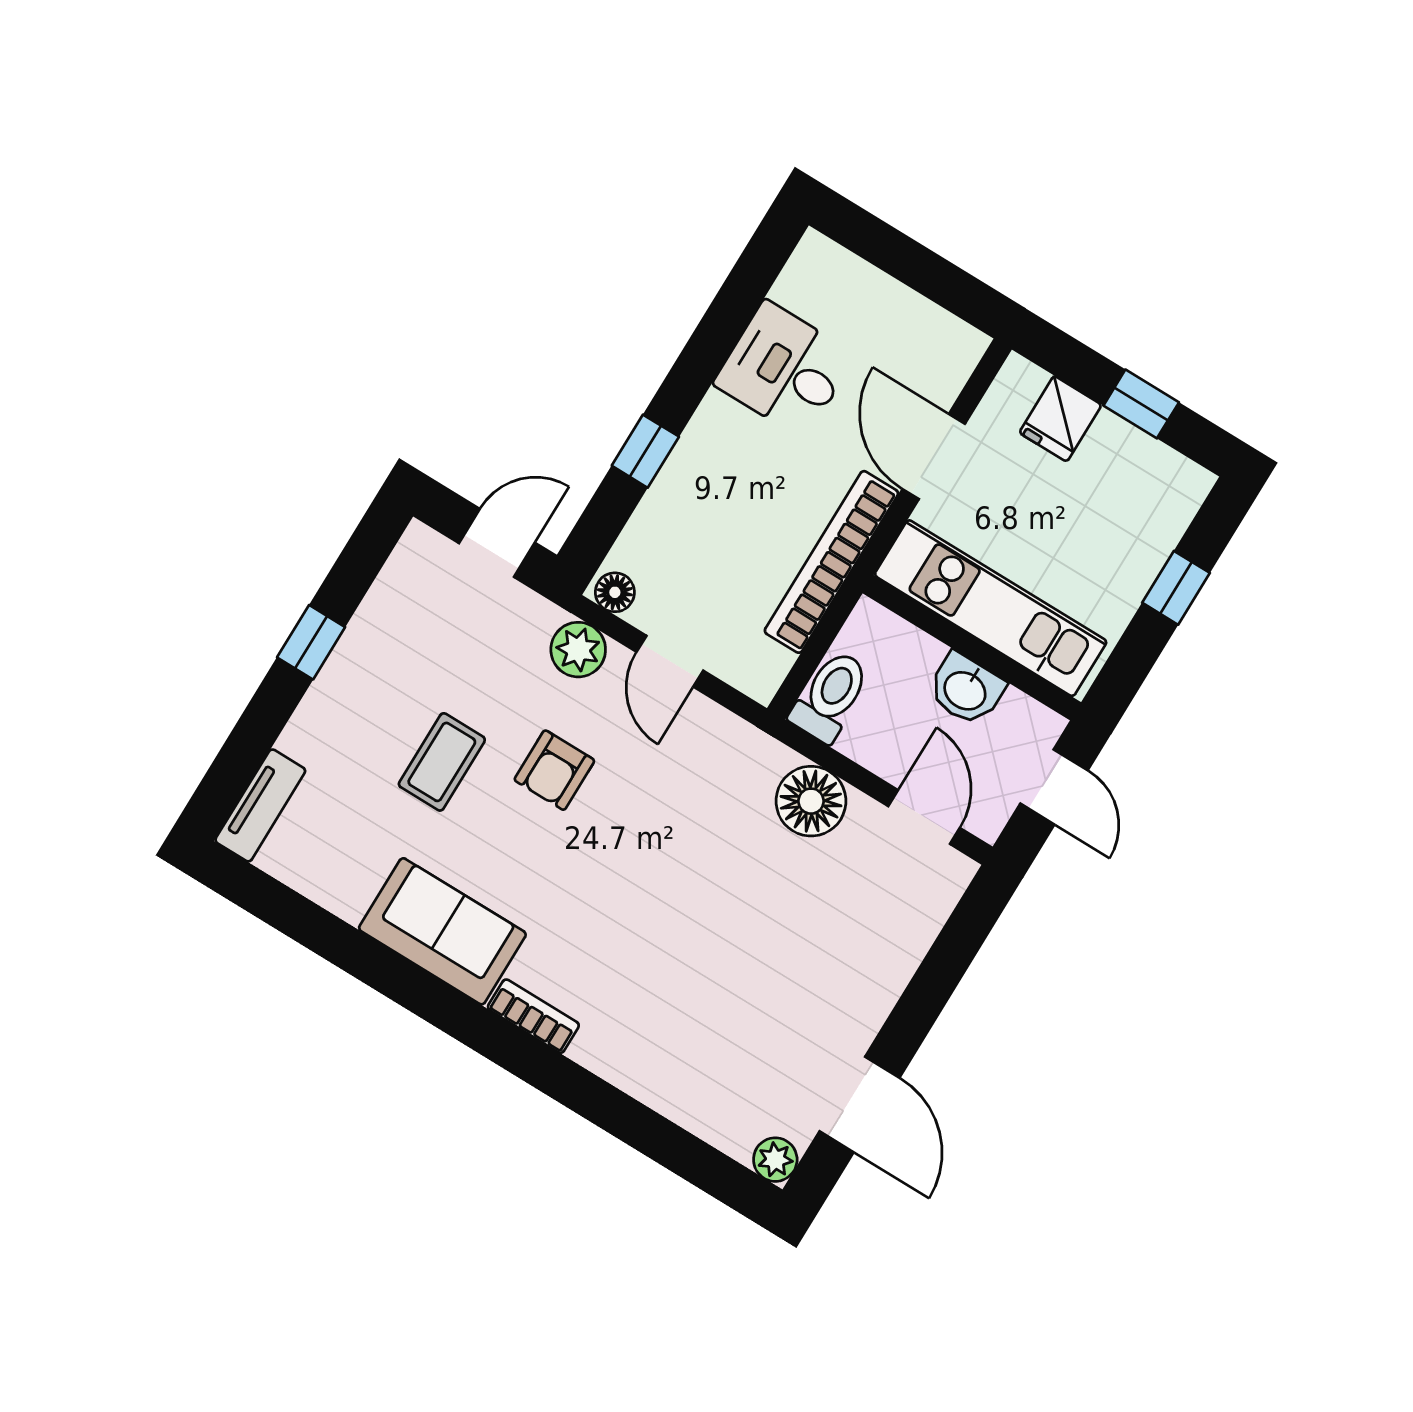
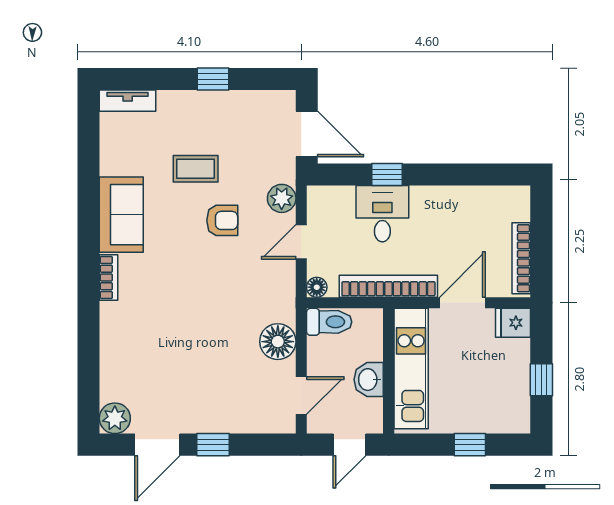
bookcase: (920, 314) -> (521, 258), added
desk: (785, 369) -> (382, 214), moved
fridge: (1060, 419) -> (513, 323), moved
door: (497, 543) -> (307, 134), width x1.38
floor lamp: (615, 592) -> (317, 287), moved
armchair: (554, 770) -> (222, 220), turned 180
window: (916, 1013) -> (213, 445), added
plant: (775, 1160) -> (115, 418), width x1.38, depth x1.38

